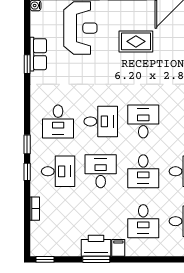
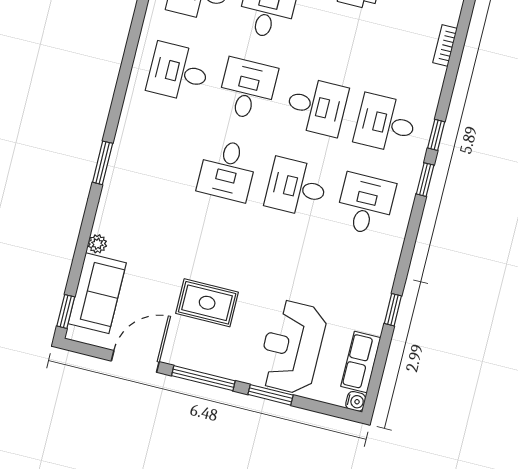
row of seats: (38, 54) -> (361, 362), moved
desk: (101, 171) -> (317, 106), turned -90
bookcase: (35, 209) -> (445, 45), moved

